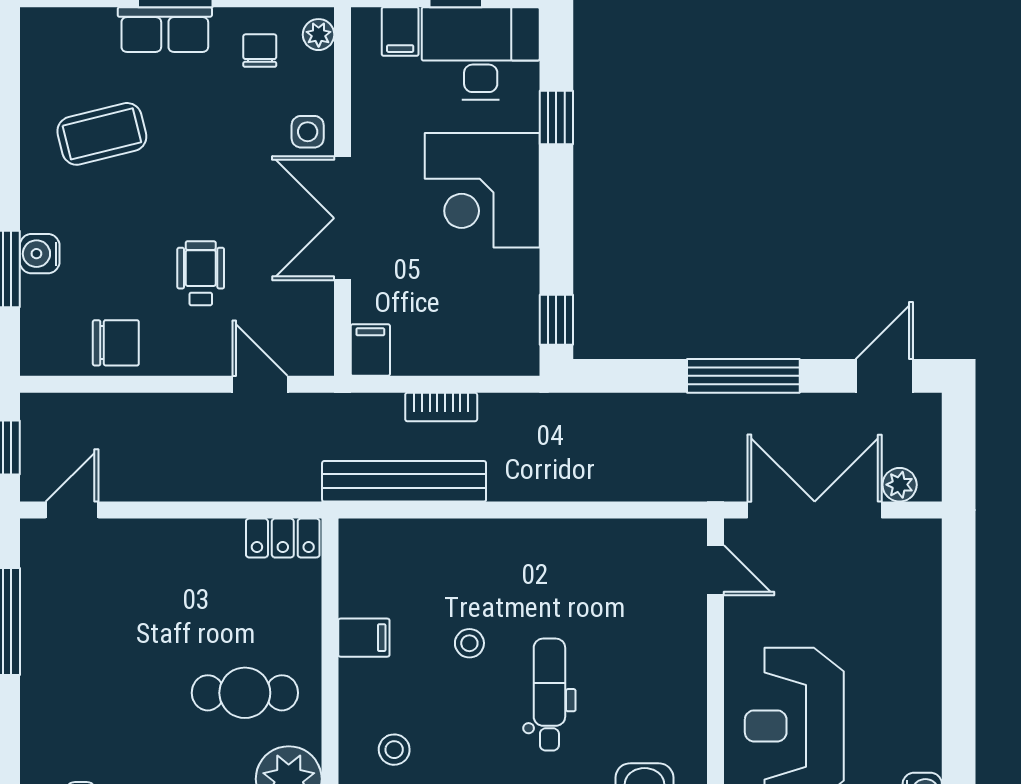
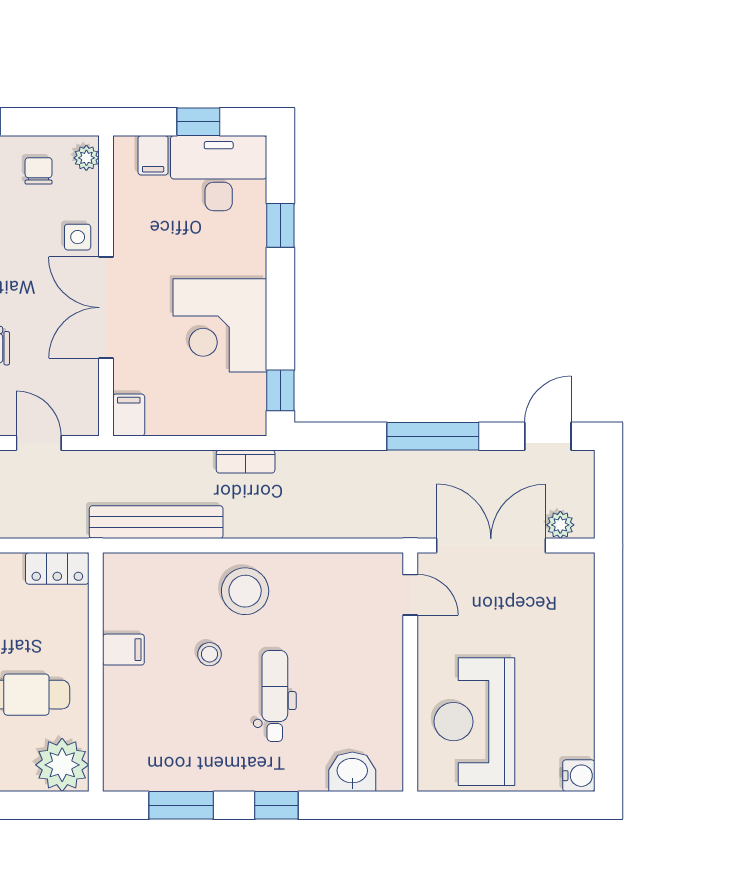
corner desk: (482, 190) -> (220, 325), moved
bookcase: (441, 407) -> (246, 462), moved
stool: (394, 750) -> (245, 591), moved, width x1.89, depth x1.89

